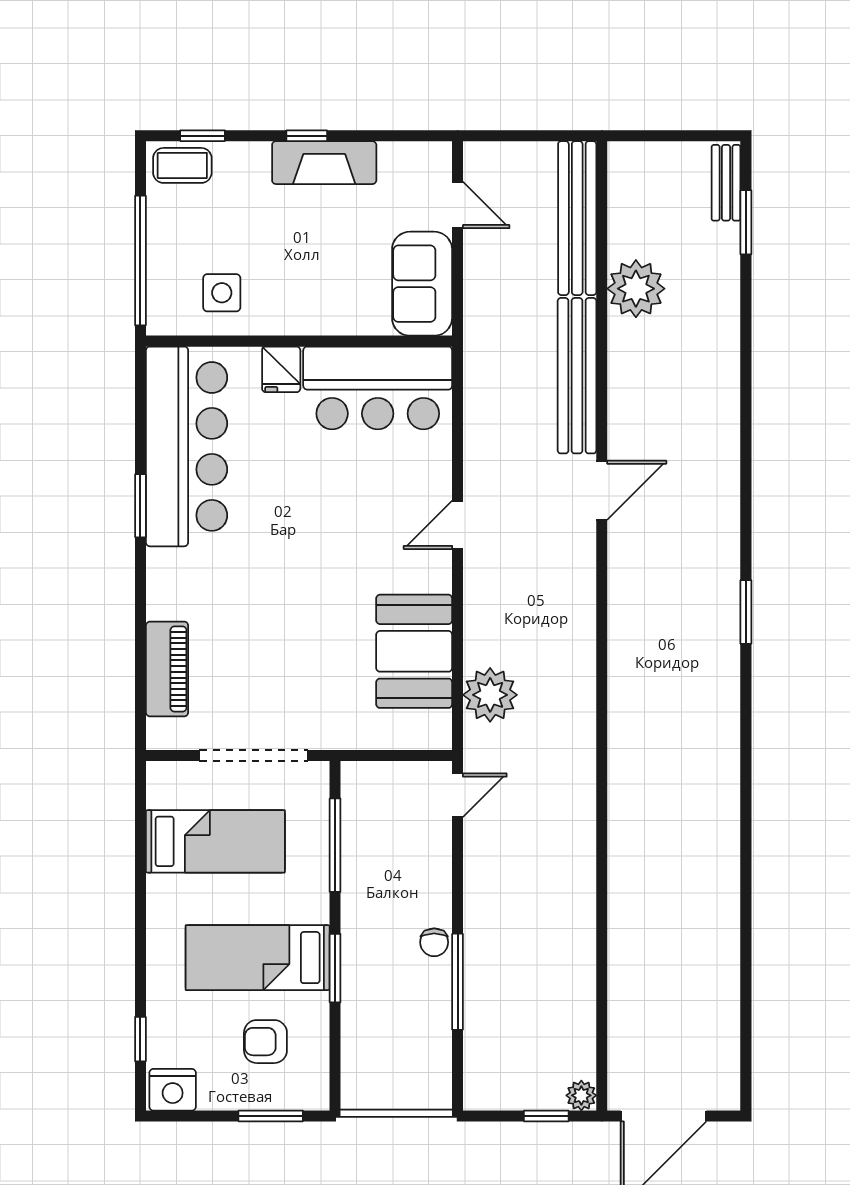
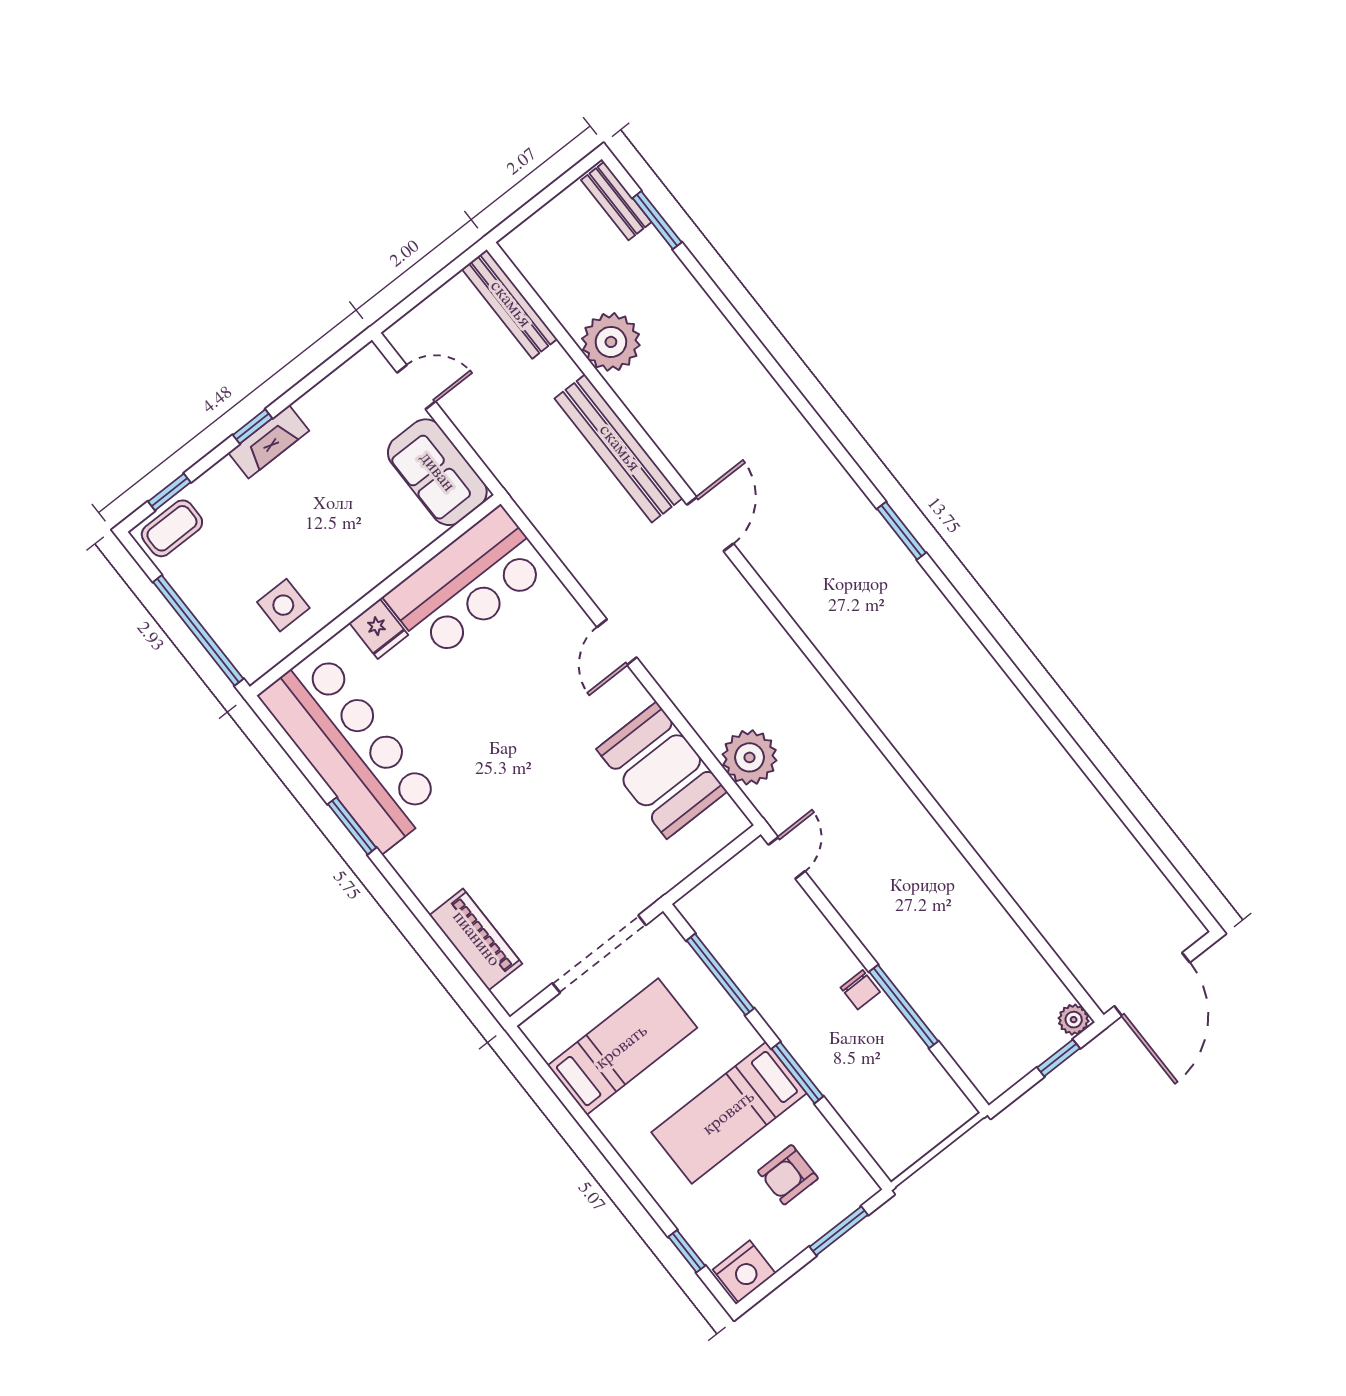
fireplace: (324, 163) -> (269, 442), width x0.73, depth x0.76
bench: (577, 218) -> (510, 304), width x0.73, depth x0.82

